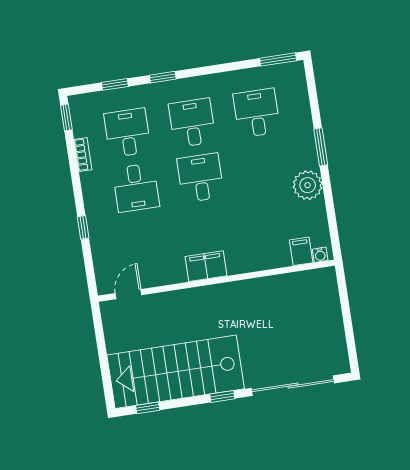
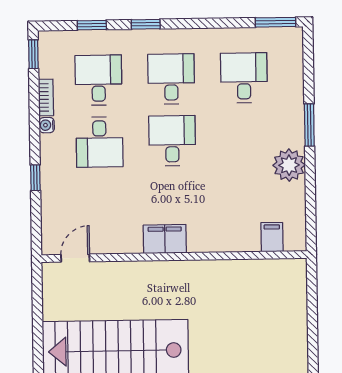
water cooler: (320, 255) -> (47, 125), moved, turned 90

